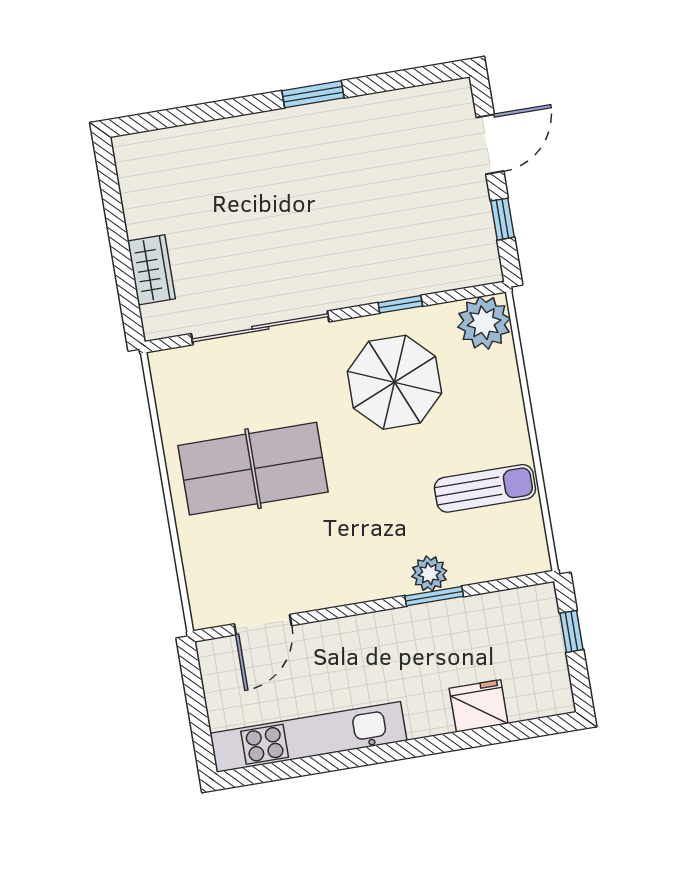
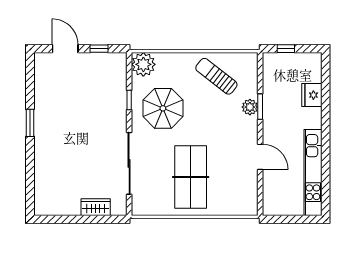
sun lounger: (485, 488) -> (216, 76), turned -52
door: (263, 625) -> (260, 157), moved

